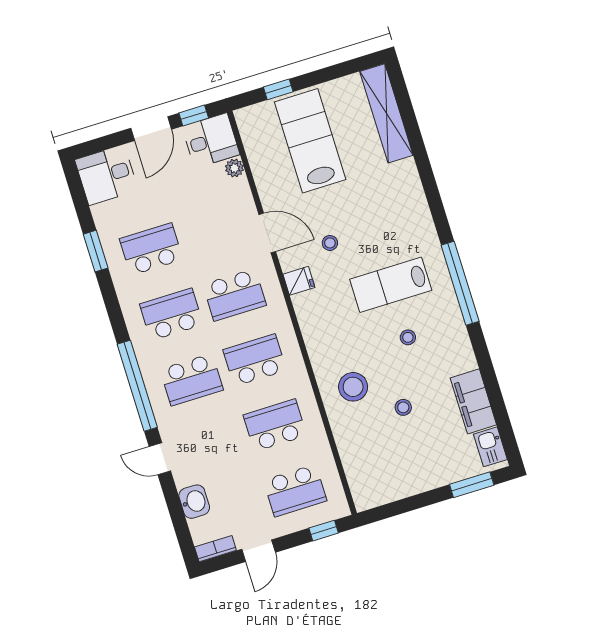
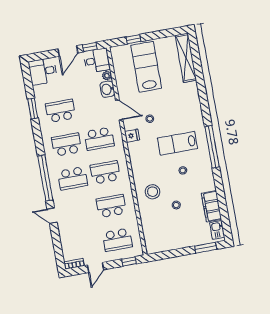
washbasin: (194, 502) -> (107, 89), moved, turned 180

